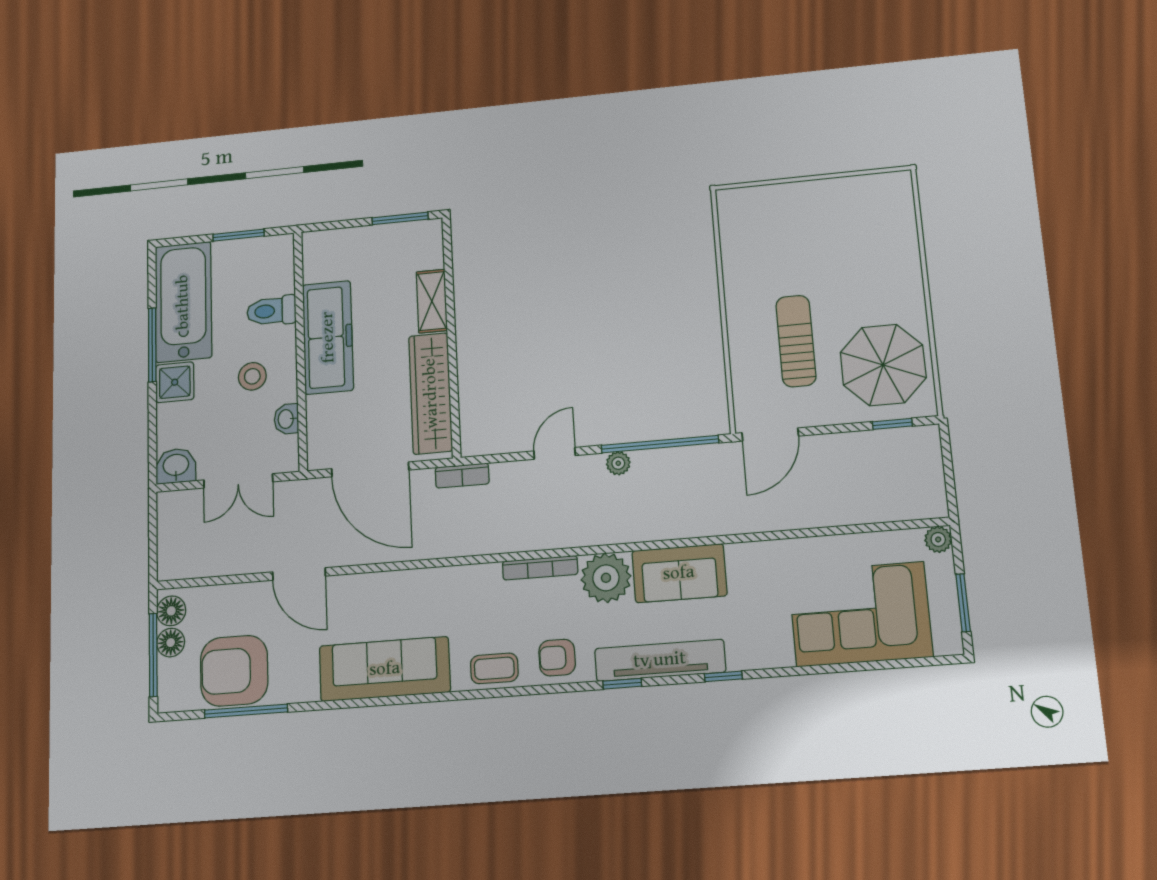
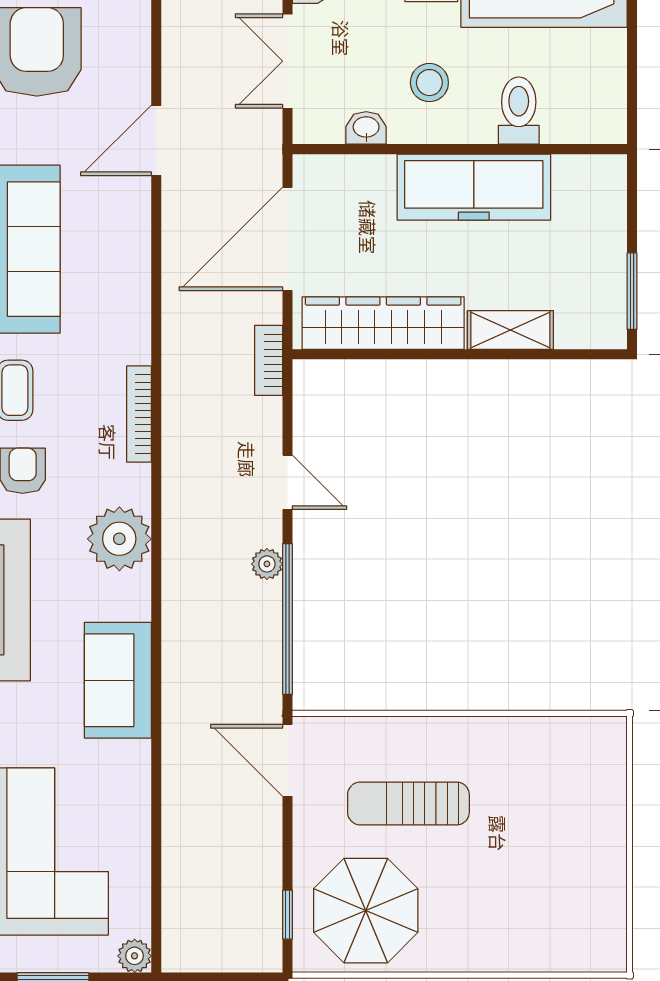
window: (239, 235) -> (632, 67), removed
sun lounger: (796, 341) -> (408, 803), turned 180
bookcase: (540, 568) -> (139, 414), moved
sofa: (679, 573) -> (118, 680), moved

